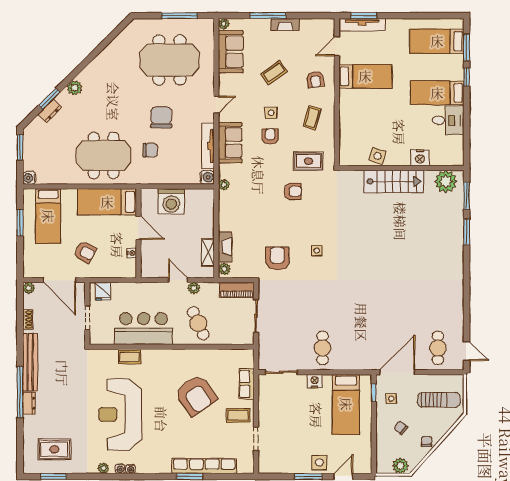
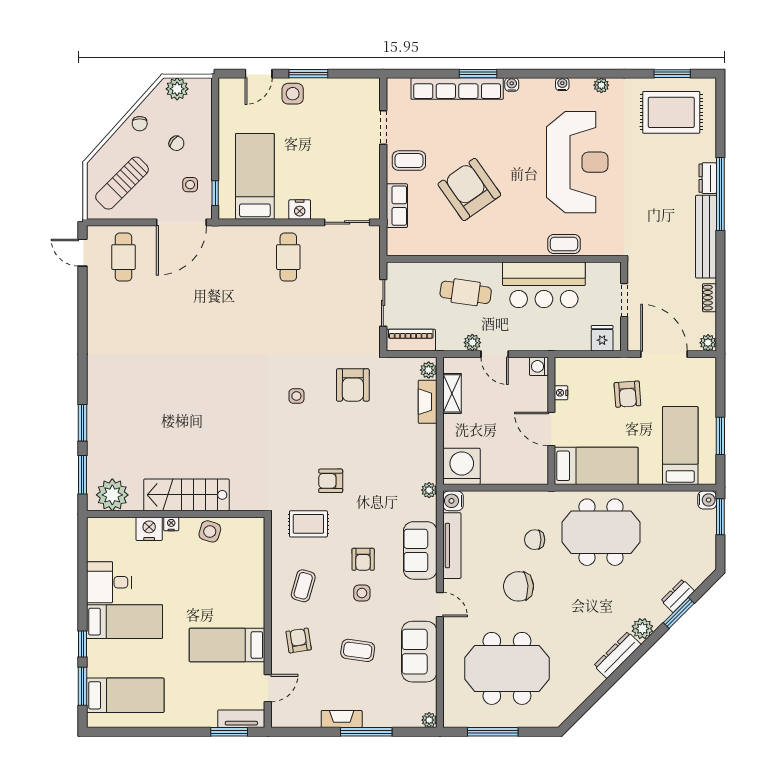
tv unit: (362, 25) -> (241, 719), width x0.71
sofa: (231, 52) -> (419, 652), moved
dresser: (92, 69) -> (617, 655), added
coffee table: (274, 73) -> (358, 650), turned 44
door: (216, 105) -> (440, 605), swing flipped
chair: (161, 117) -> (519, 586), turned 86
window: (20, 147) -> (720, 517), moved
nightstand: (404, 161) -> (171, 524), added
washing machine: (171, 201) -> (462, 466), moved
armchair: (85, 252) -> (627, 394), turned -122
washing machine: (147, 271) -> (539, 366), added
cafe table: (198, 323) -> (466, 292), turned -58
sun lounger: (439, 400) -> (122, 183), turned -45
rug: (54, 449) -> (671, 112), width x1.36, depth x1.43
water cooler: (120, 469) -> (512, 84), moved

